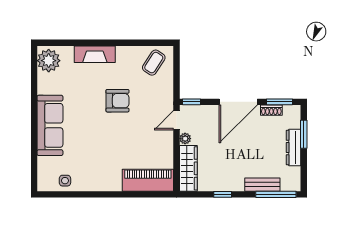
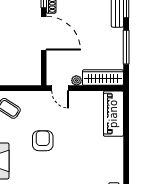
window: (192, 102) -> (44, 75), removed
window: (223, 194) -> (126, 47), width x2.17

